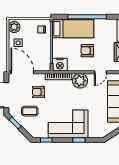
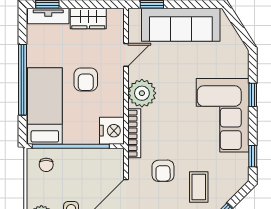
door: (101, 72) -> (126, 55), hinge flipped

